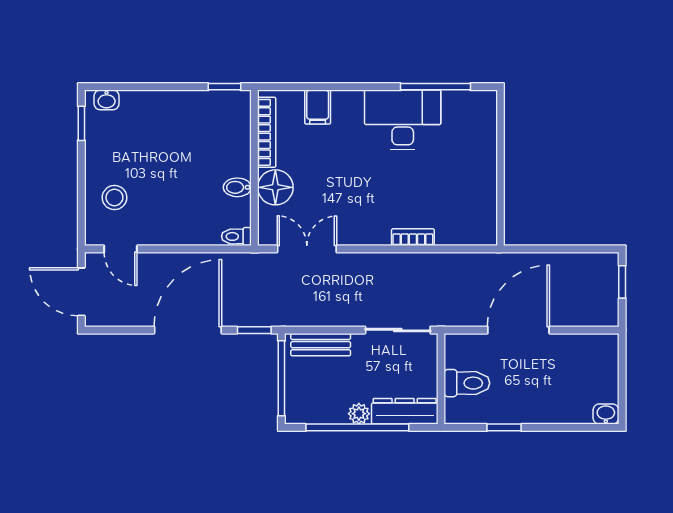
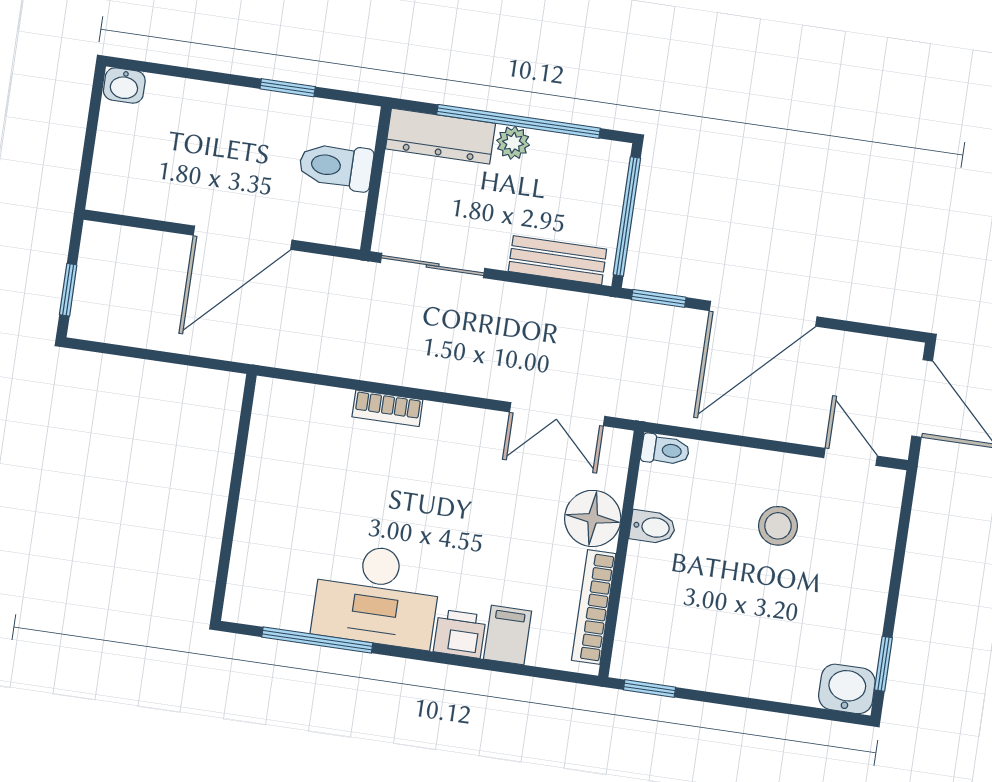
washbasin: (107, 100) -> (847, 689), width x1.38, depth x1.45
printer: (348, 104) -> (460, 634), added
stool: (114, 198) -> (778, 526), moved

